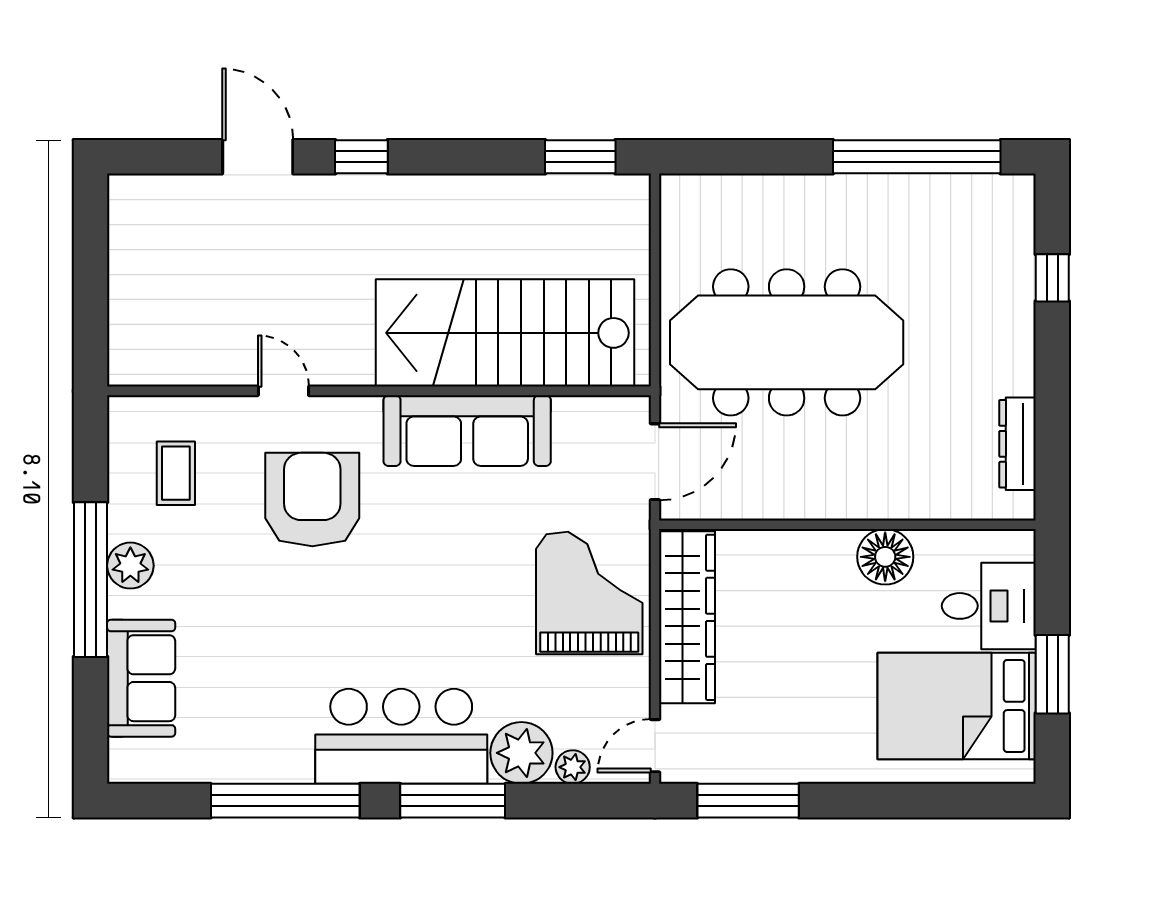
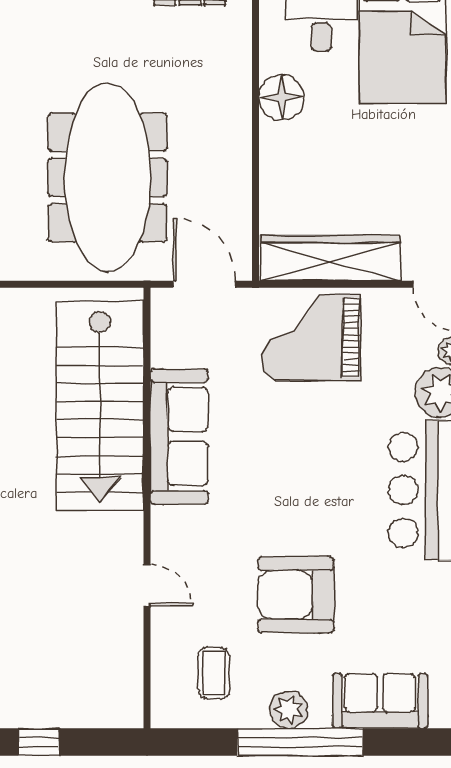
window: (91, 257) -> (39, 742), added
door: (283, 391) -> (147, 586), swing flipped
coffee table: (176, 473) -> (214, 673), turned 90
armchair: (312, 500) -> (296, 595), moved

